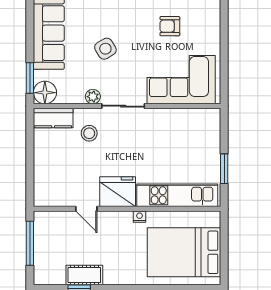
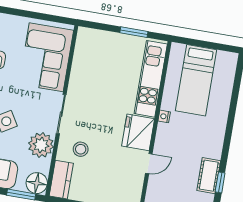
plant: (93, 97) -> (41, 145), width x1.88, depth x1.88
bed: (184, 252) -> (196, 80), width x0.67

